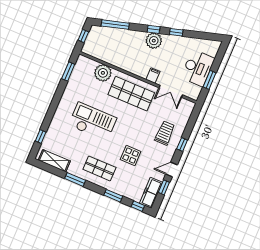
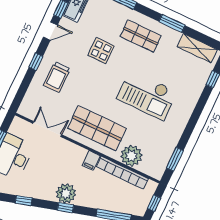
window: (176, 32) -> (24, 201), moved
bookcase: (110, 59) -> (122, 173), added
filing cabinet: (153, 75) -> (91, 160), moved

